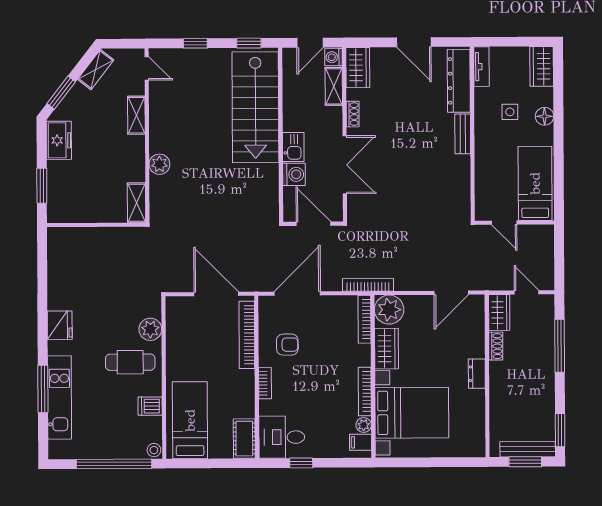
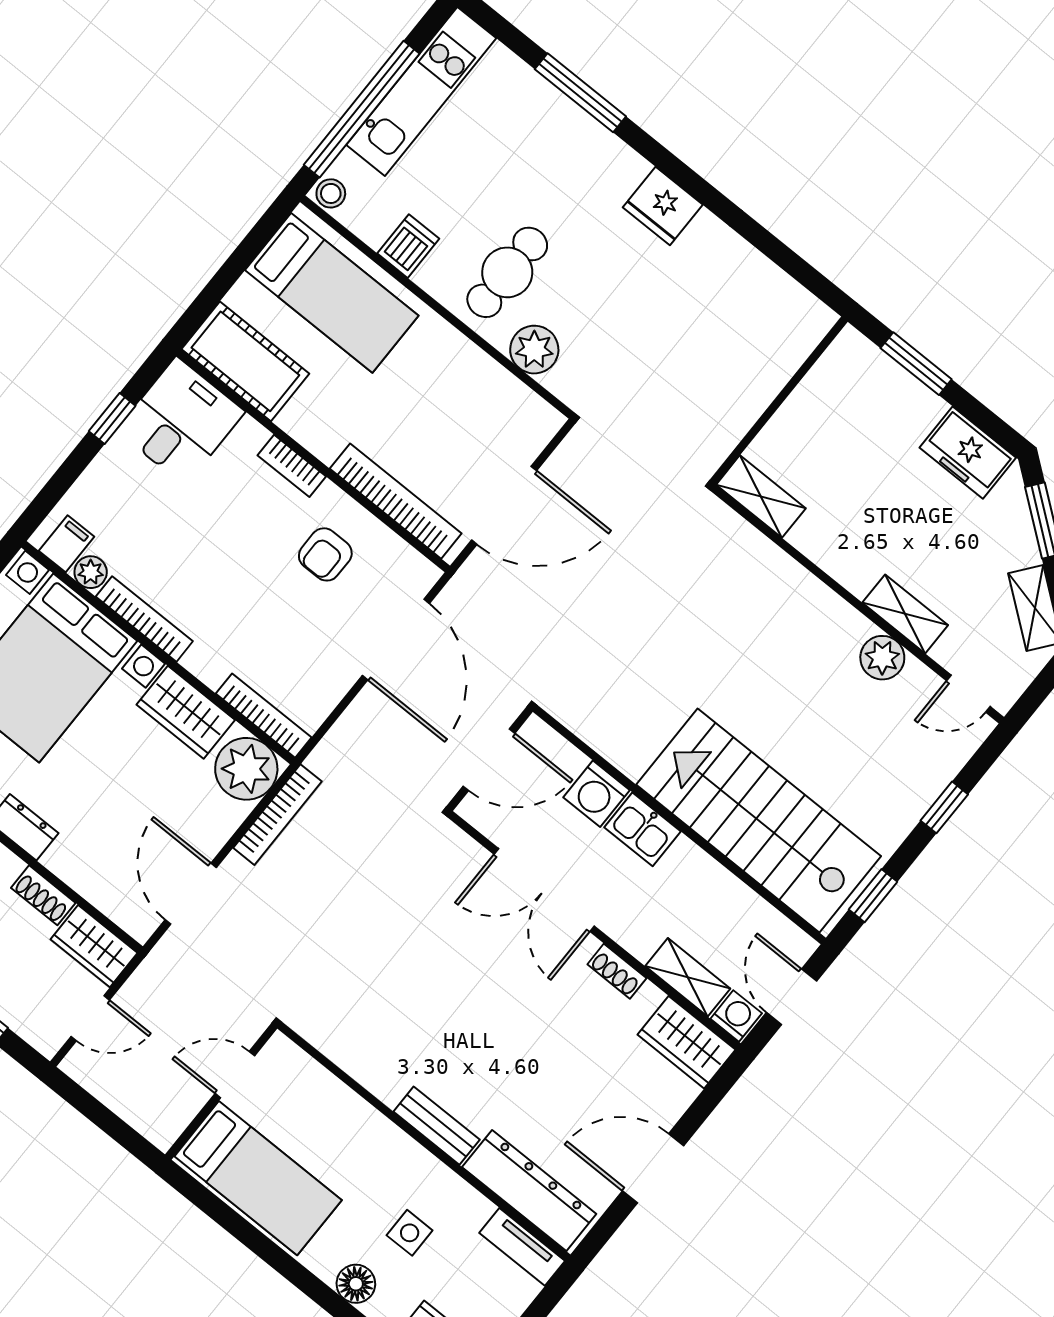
plant: (159, 164) -> (882, 658), moved
bookcase: (368, 285) -> (277, 815), moved
kitchen unit: (59, 398) -> (421, 92), moved, turned -90
cot: (244, 439) -> (245, 361), width x1.37, depth x1.34

